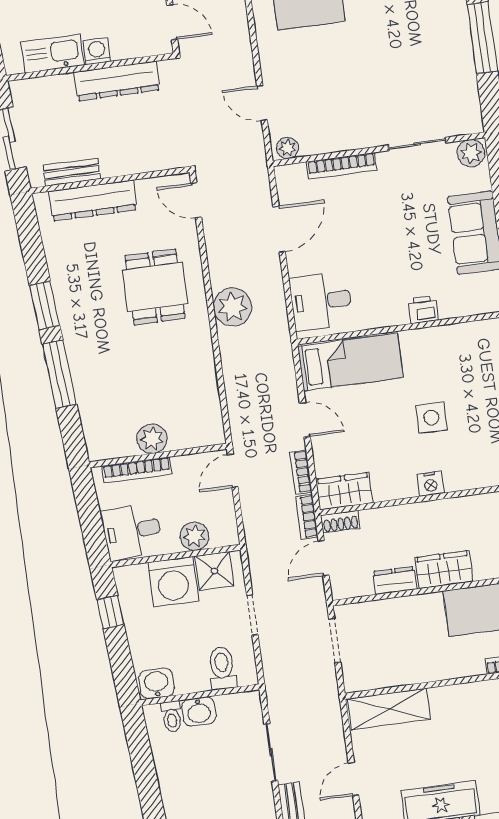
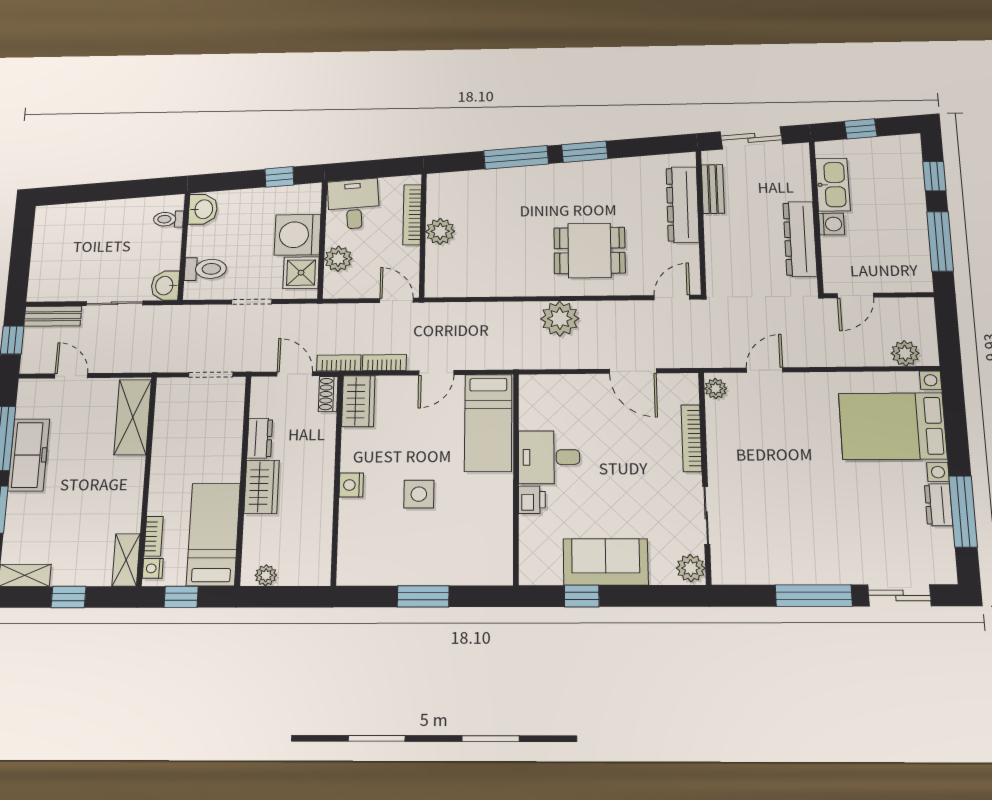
desk: (321, 301) -> (549, 457), moved, turned -90
washbasin: (199, 711) -> (165, 286), moved

